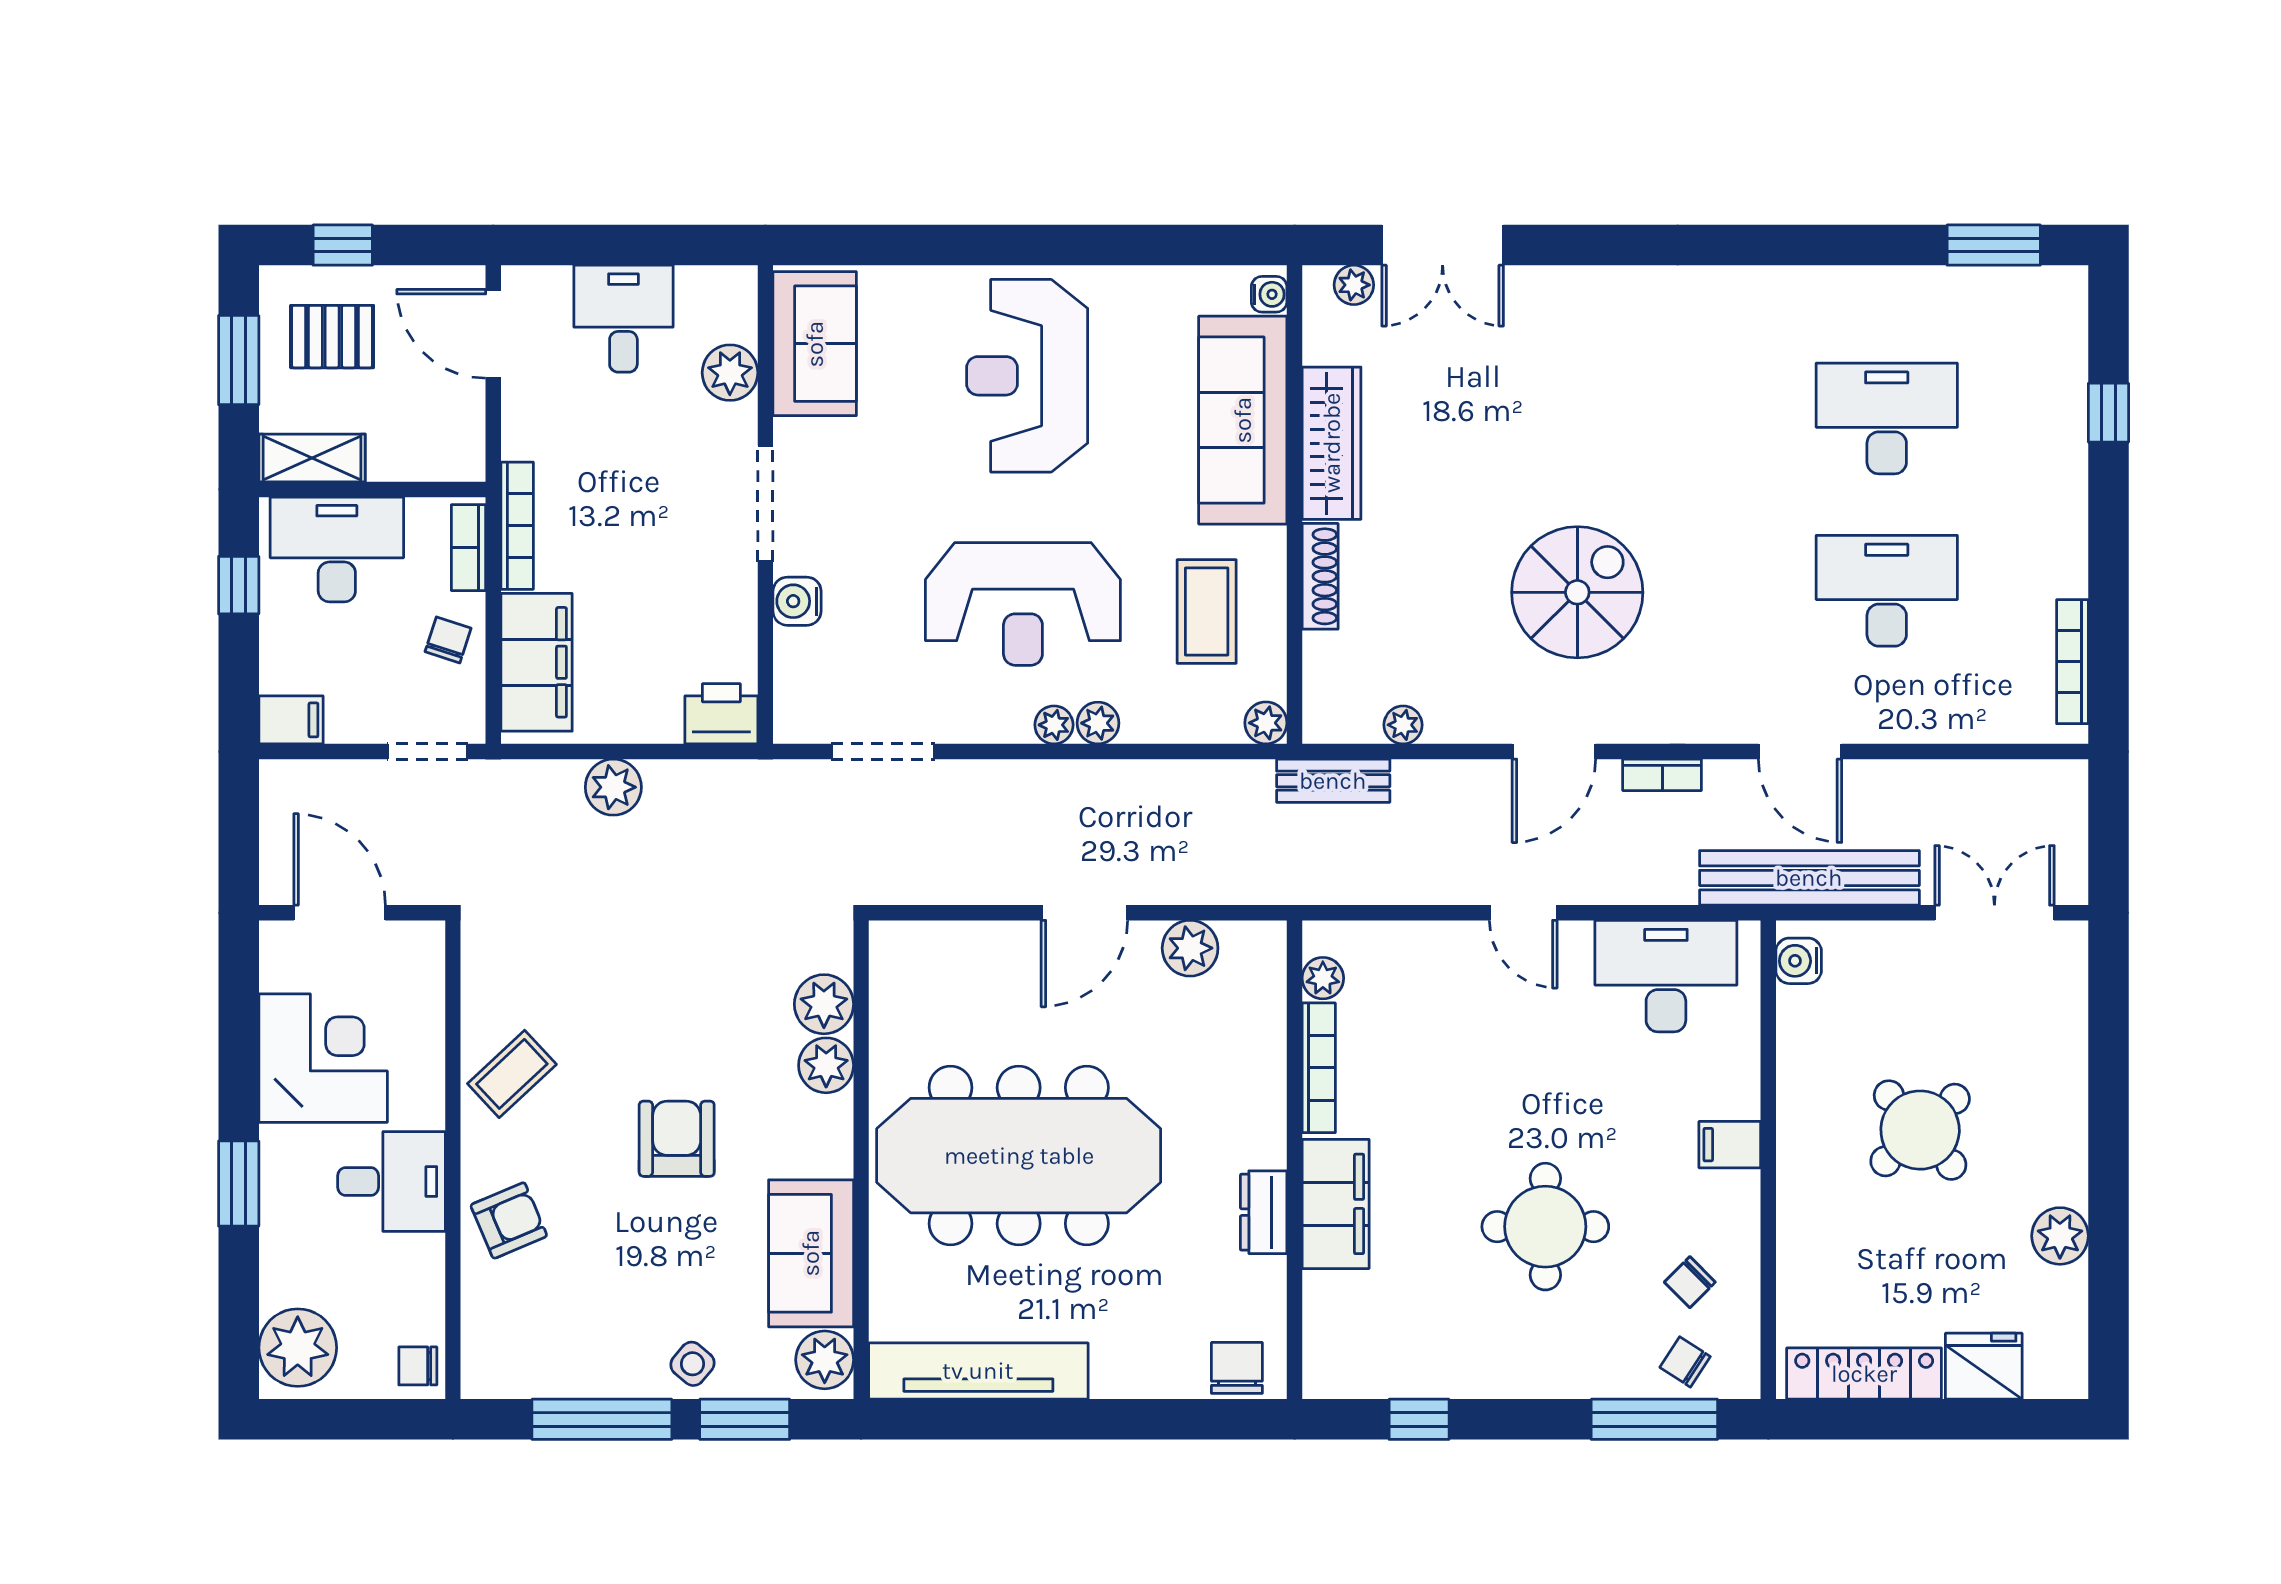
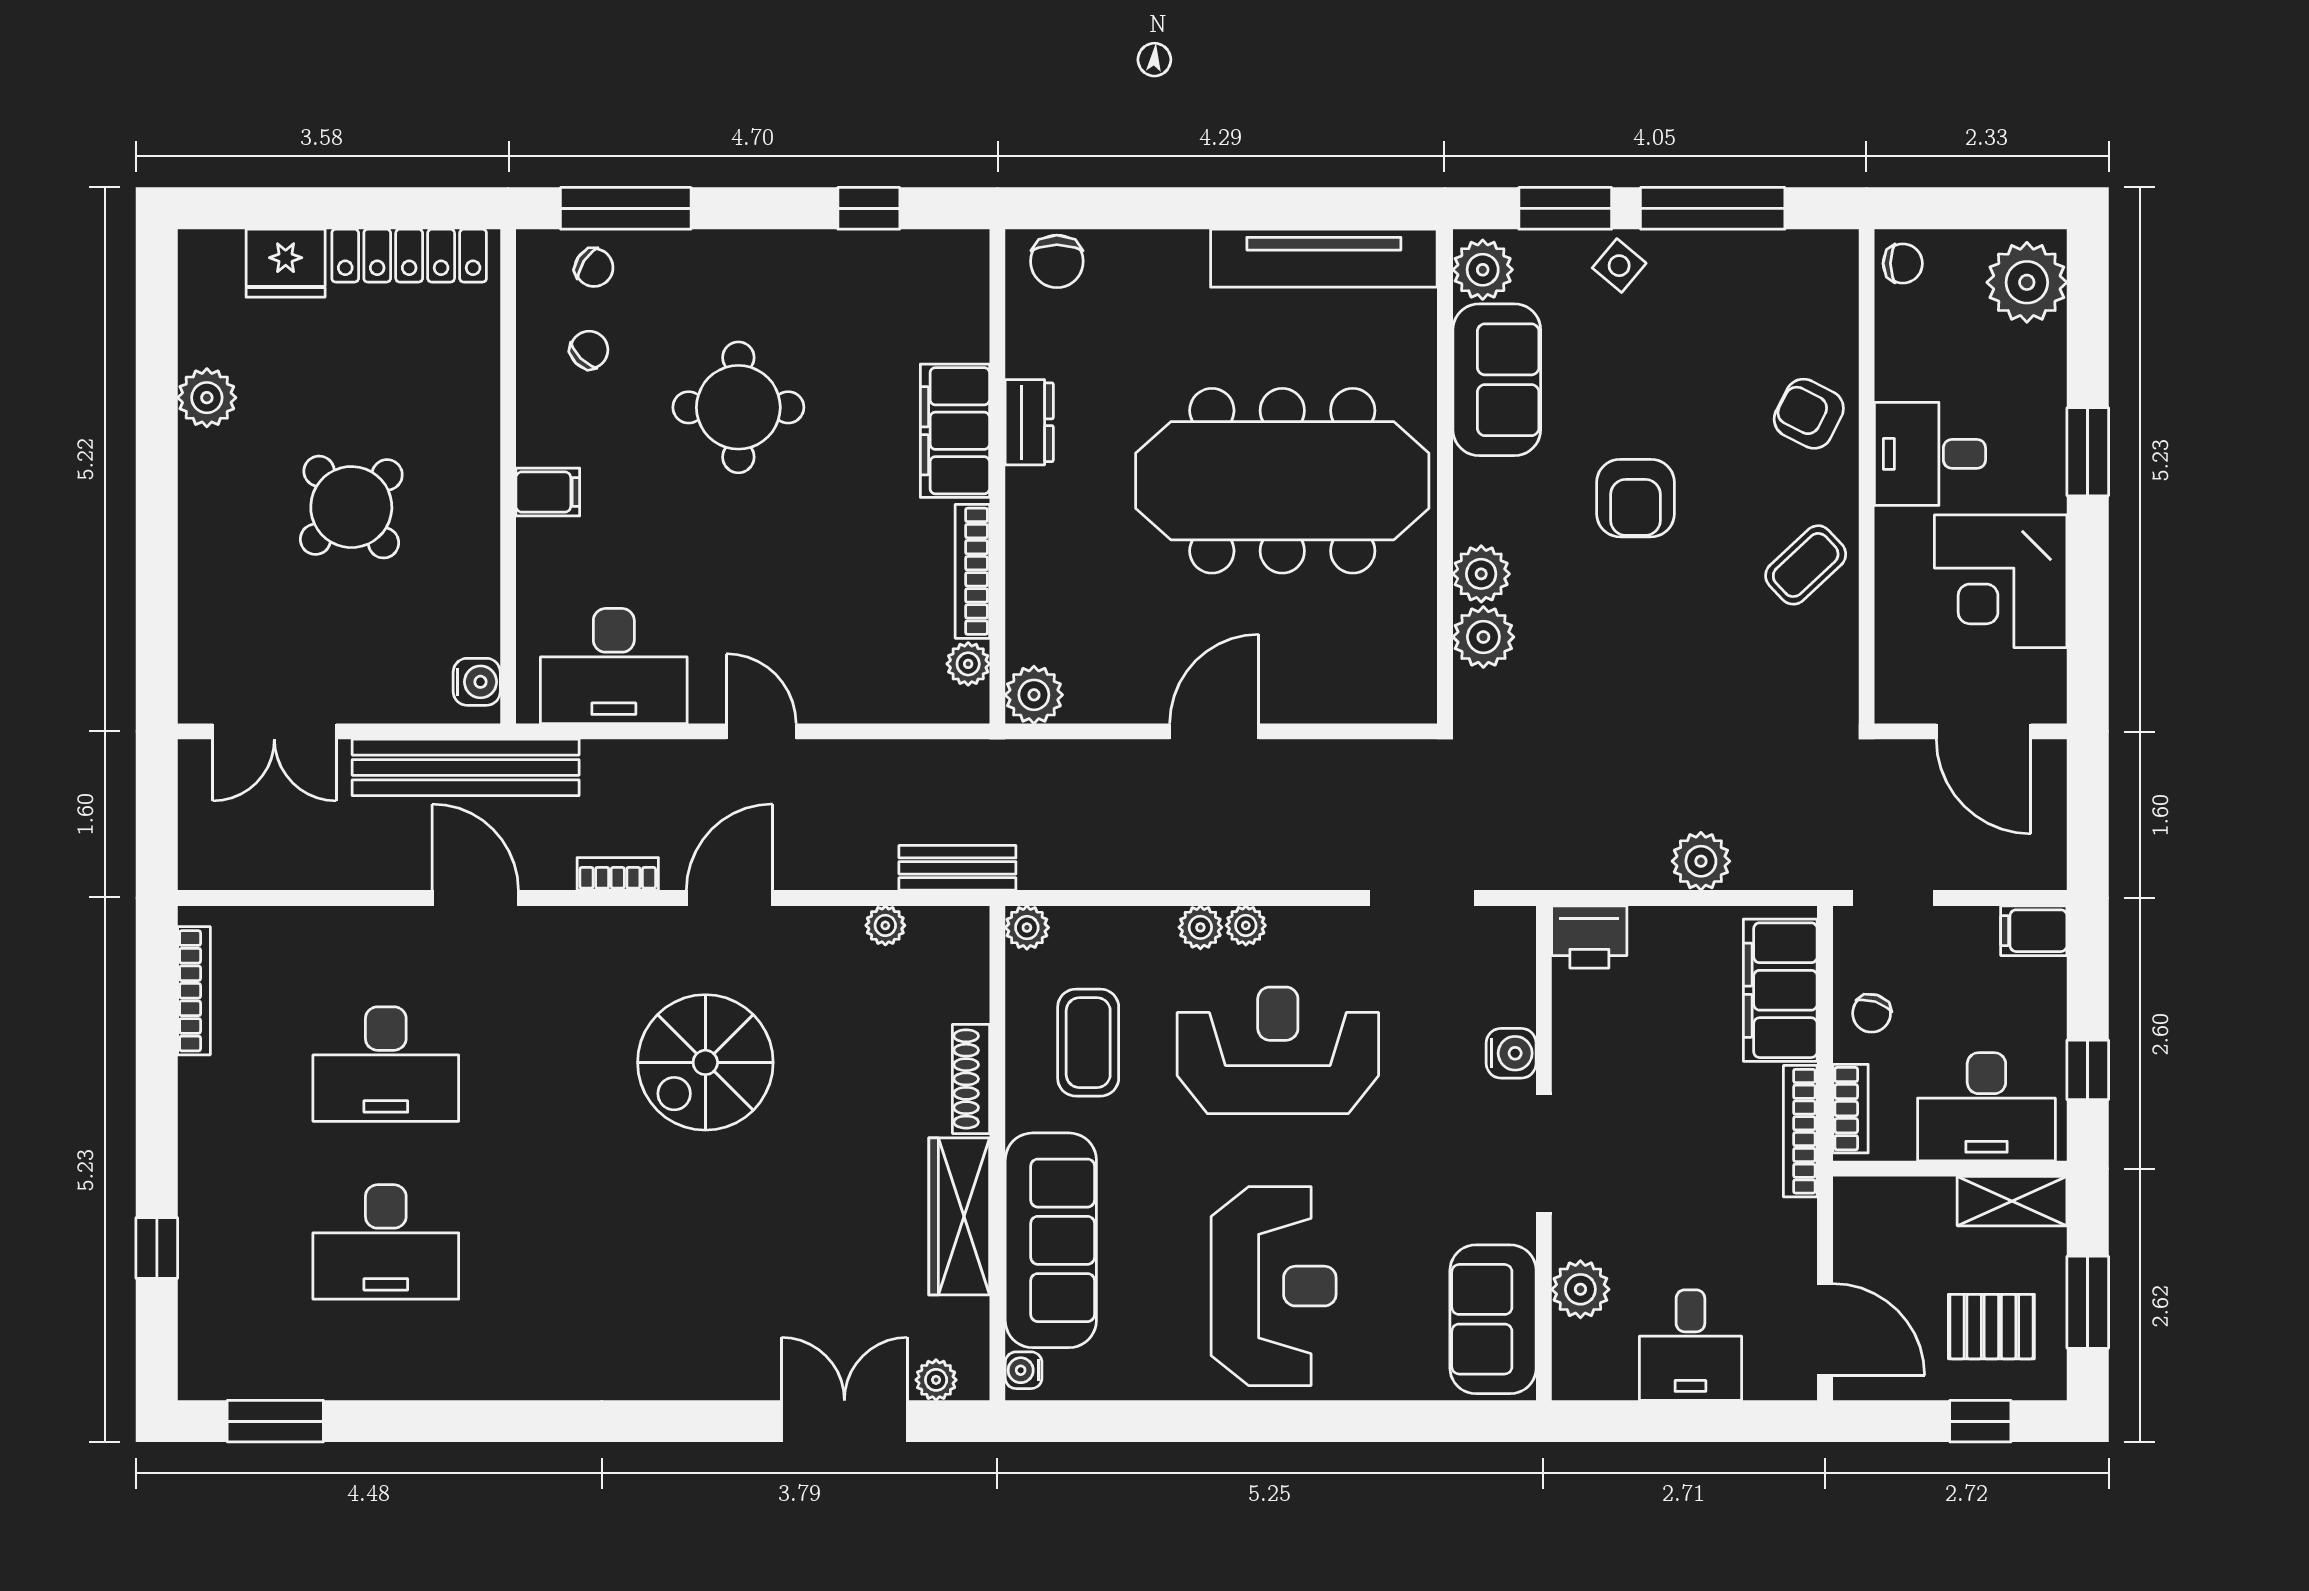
plant: (1190, 948) -> (1034, 695), moved
armchair: (509, 1220) -> (1809, 414), turned 50

